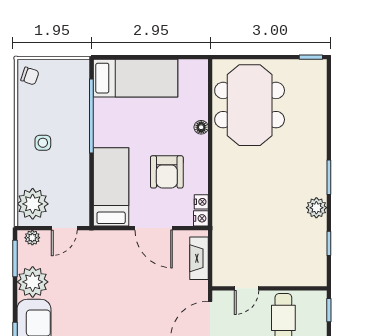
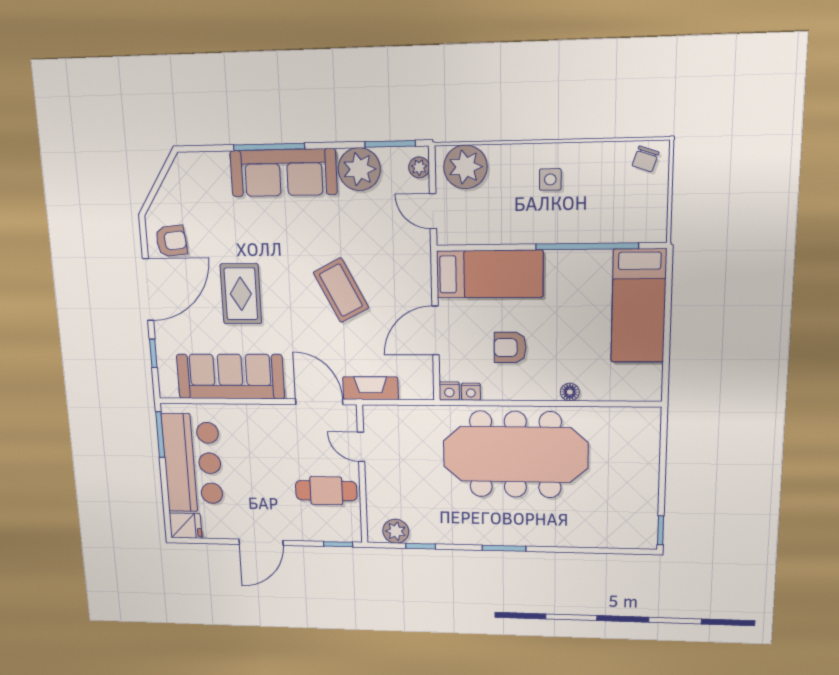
meeting table: (250, 105) -> (515, 454), moved, width x1.36
armchair: (167, 172) -> (510, 347), width x0.72, depth x0.72
plant: (316, 208) -> (396, 531), moved
fireplace: (199, 258) -> (370, 388), moved
coffee table: (122, 299) -> (341, 290), added

